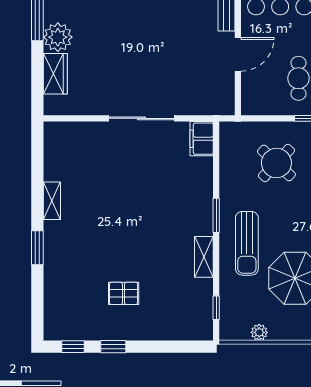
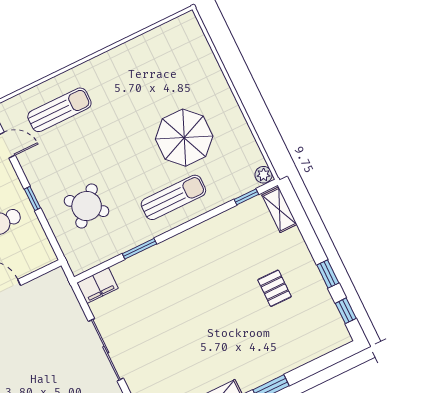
window: (216, 215) -> (139, 249), moved
shelving: (204, 257) -> (279, 210), moved, turned 90
plant: (259, 332) -> (264, 175), moved

